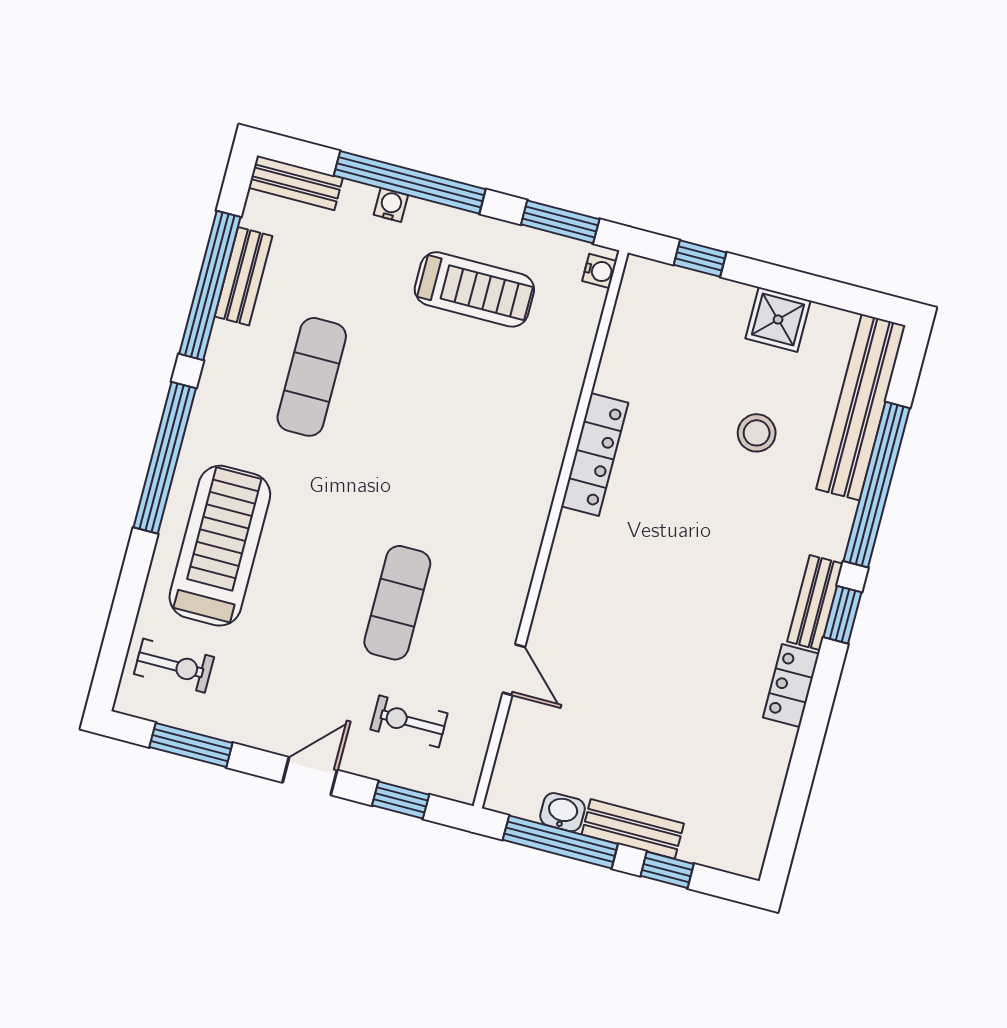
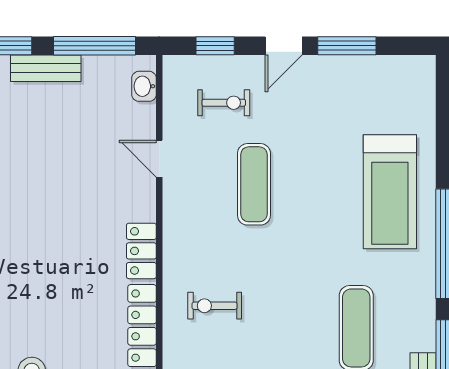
locker: (570, 554) -> (141, 251), added
exercise bike: (174, 666) -> (215, 306), moved
window: (191, 745) -> (347, 46), moved
washbasin: (563, 812) -> (144, 86), moved, turned 90

